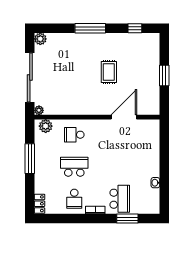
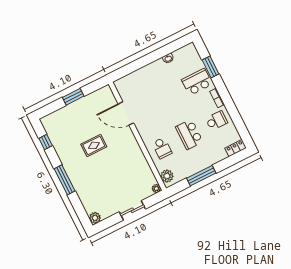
sliding door: (30, 78) -> (132, 210), width x0.54

